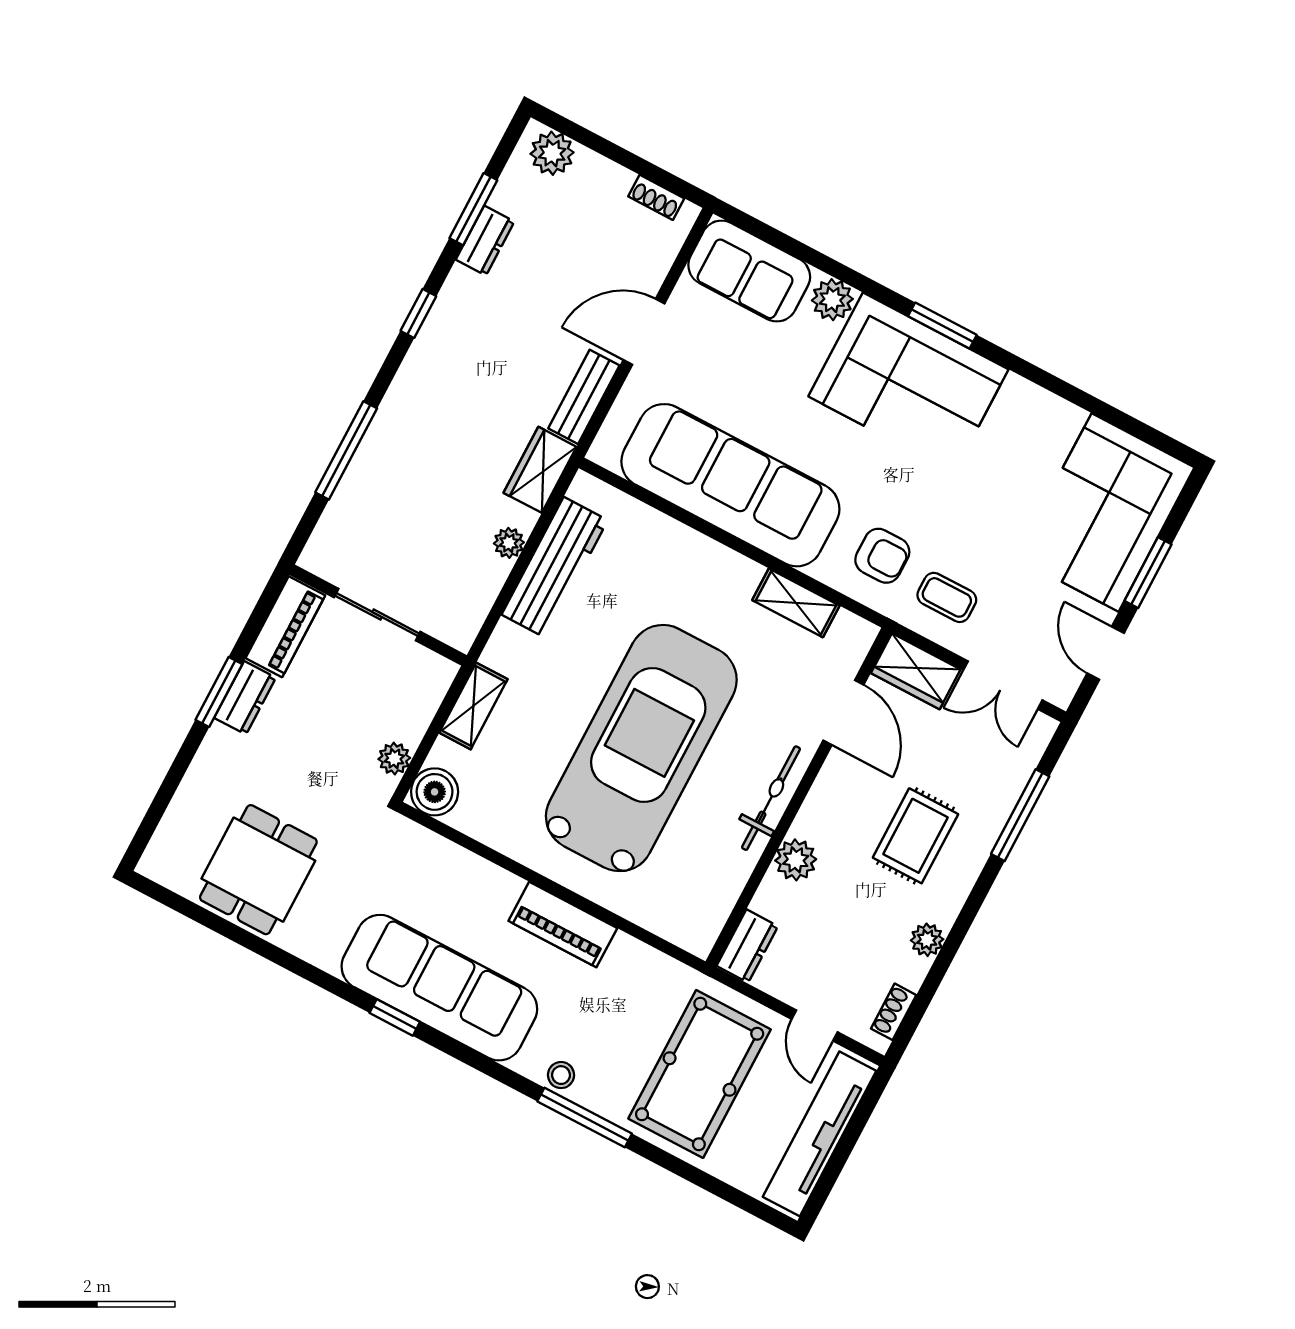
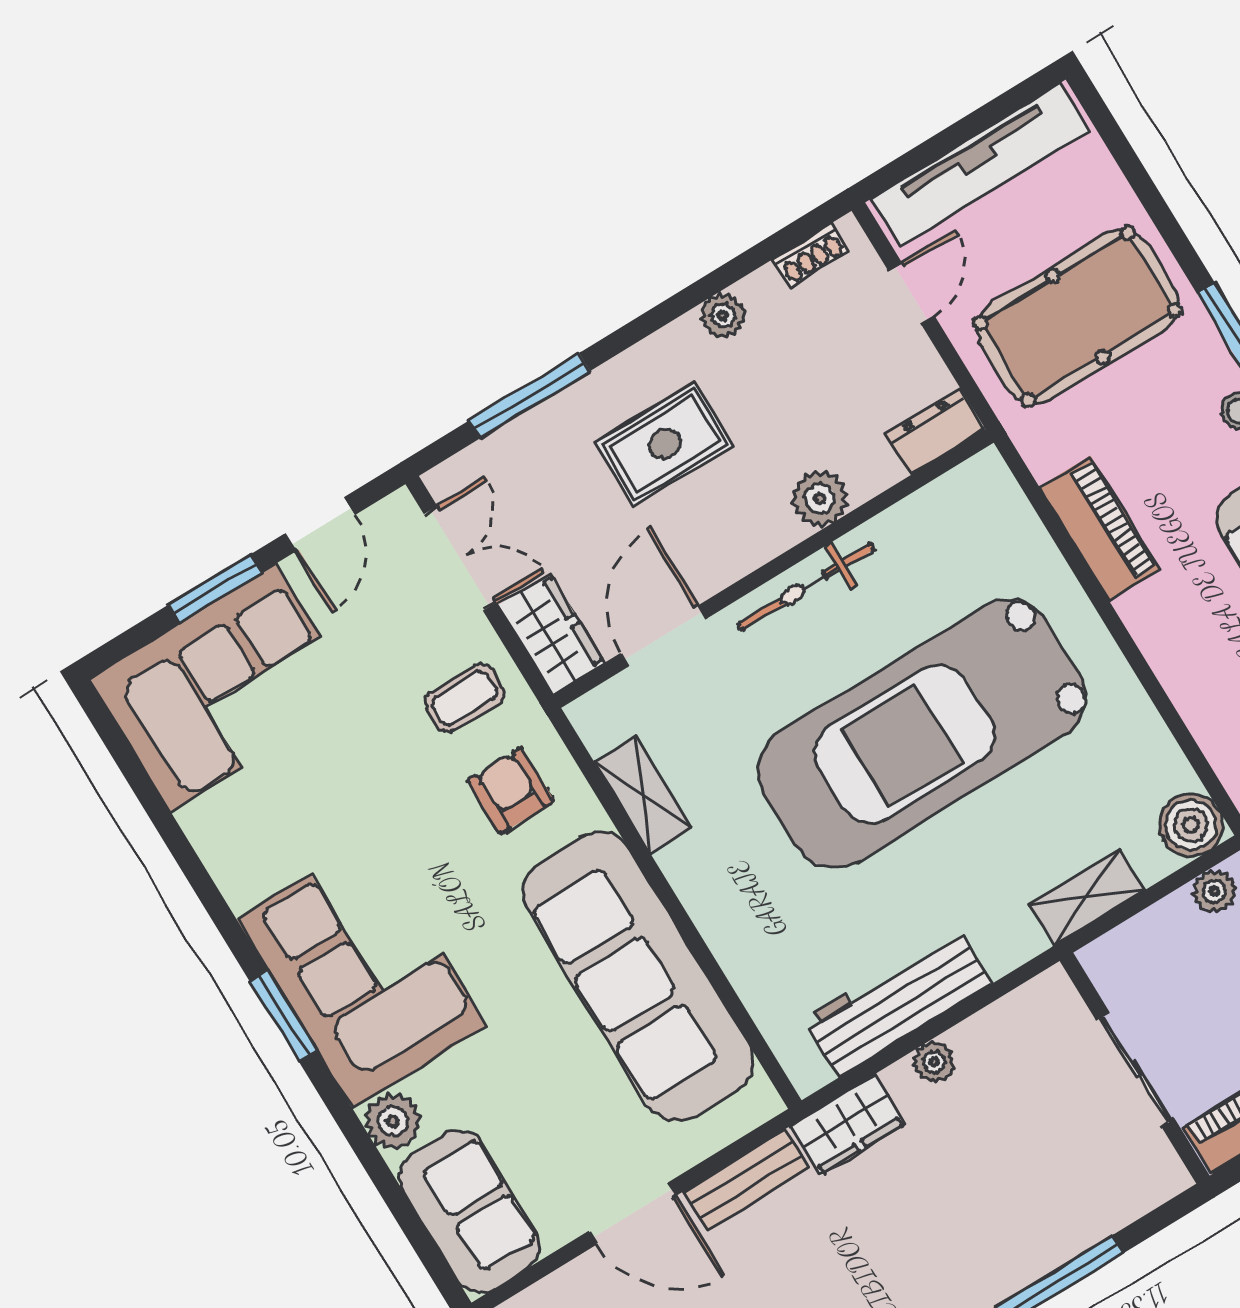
coffee table: (947, 597) -> (465, 698), turned 90
piano: (563, 925) -> (1100, 528), moved

